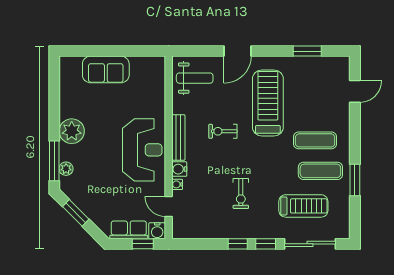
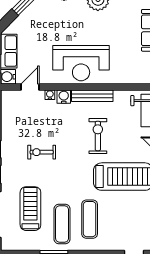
exercise bike: (223, 131) -> (98, 136), width x1.38, depth x1.39
treadmill: (303, 206) -> (30, 209), turned 180

